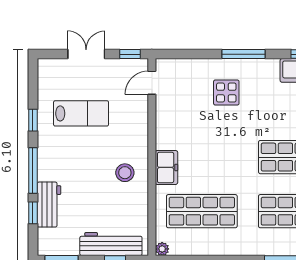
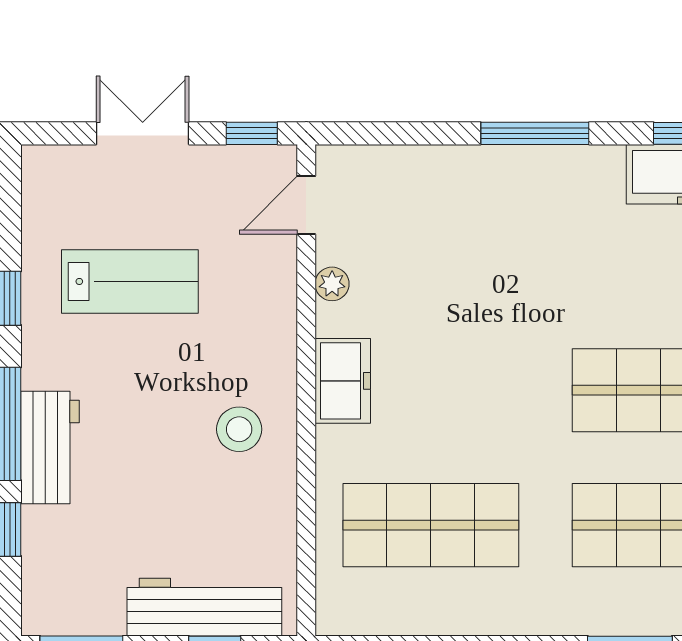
display table: (226, 93) -> (492, 229), removed
freezer: (166, 167) -> (343, 381), moved
workbench: (49, 205) -> (50, 448), moved
plant: (162, 249) -> (332, 284), moved

